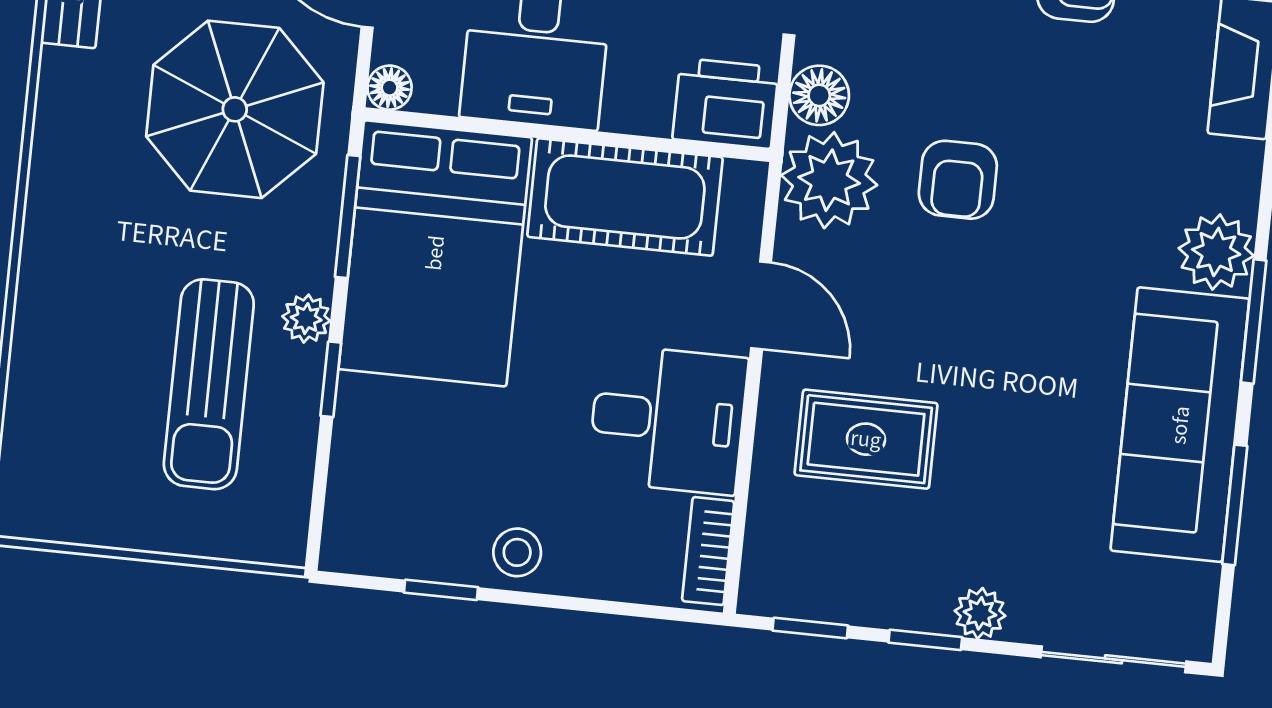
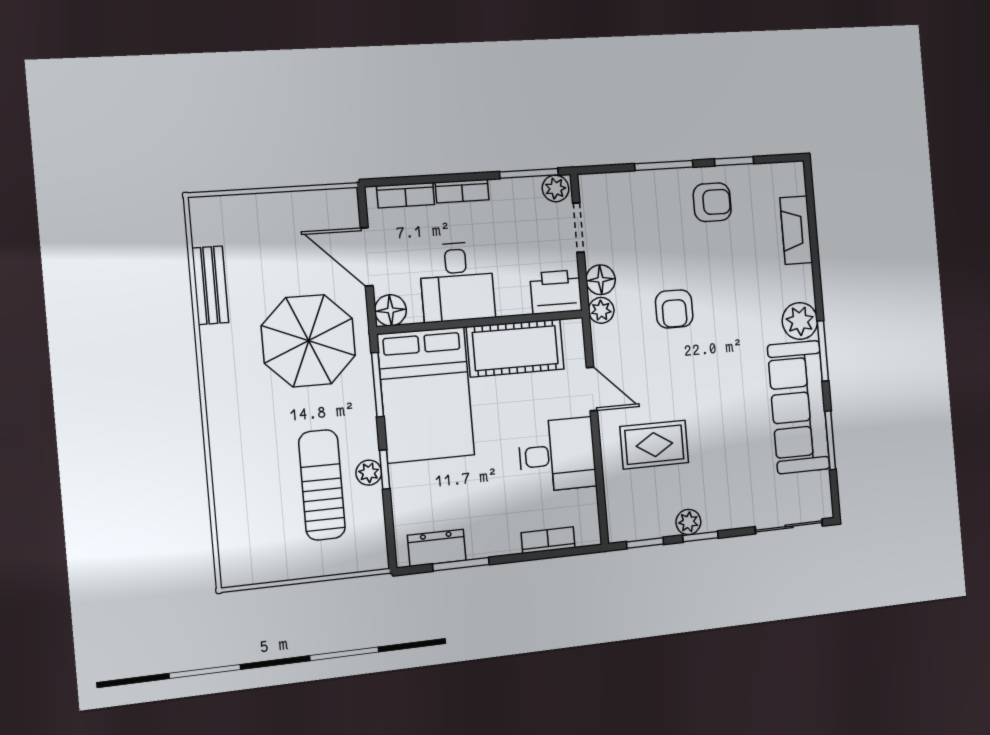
floor lamp: (390, 88) -> (390, 310), width x1.37, depth x1.37
plant: (829, 180) -> (601, 310), width x0.53, depth x0.53
plant: (306, 319) -> (369, 473), moved
sun lounger: (209, 384) -> (322, 485), turned 180
dresser: (401, 548) -> (437, 548), added
bookcase: (708, 551) -> (548, 540), moved, turned 90
stool: (517, 552) -> (495, 537), removed
window: (441, 590) -> (461, 564), width x1.50
plant: (980, 613) -> (688, 522), moved

